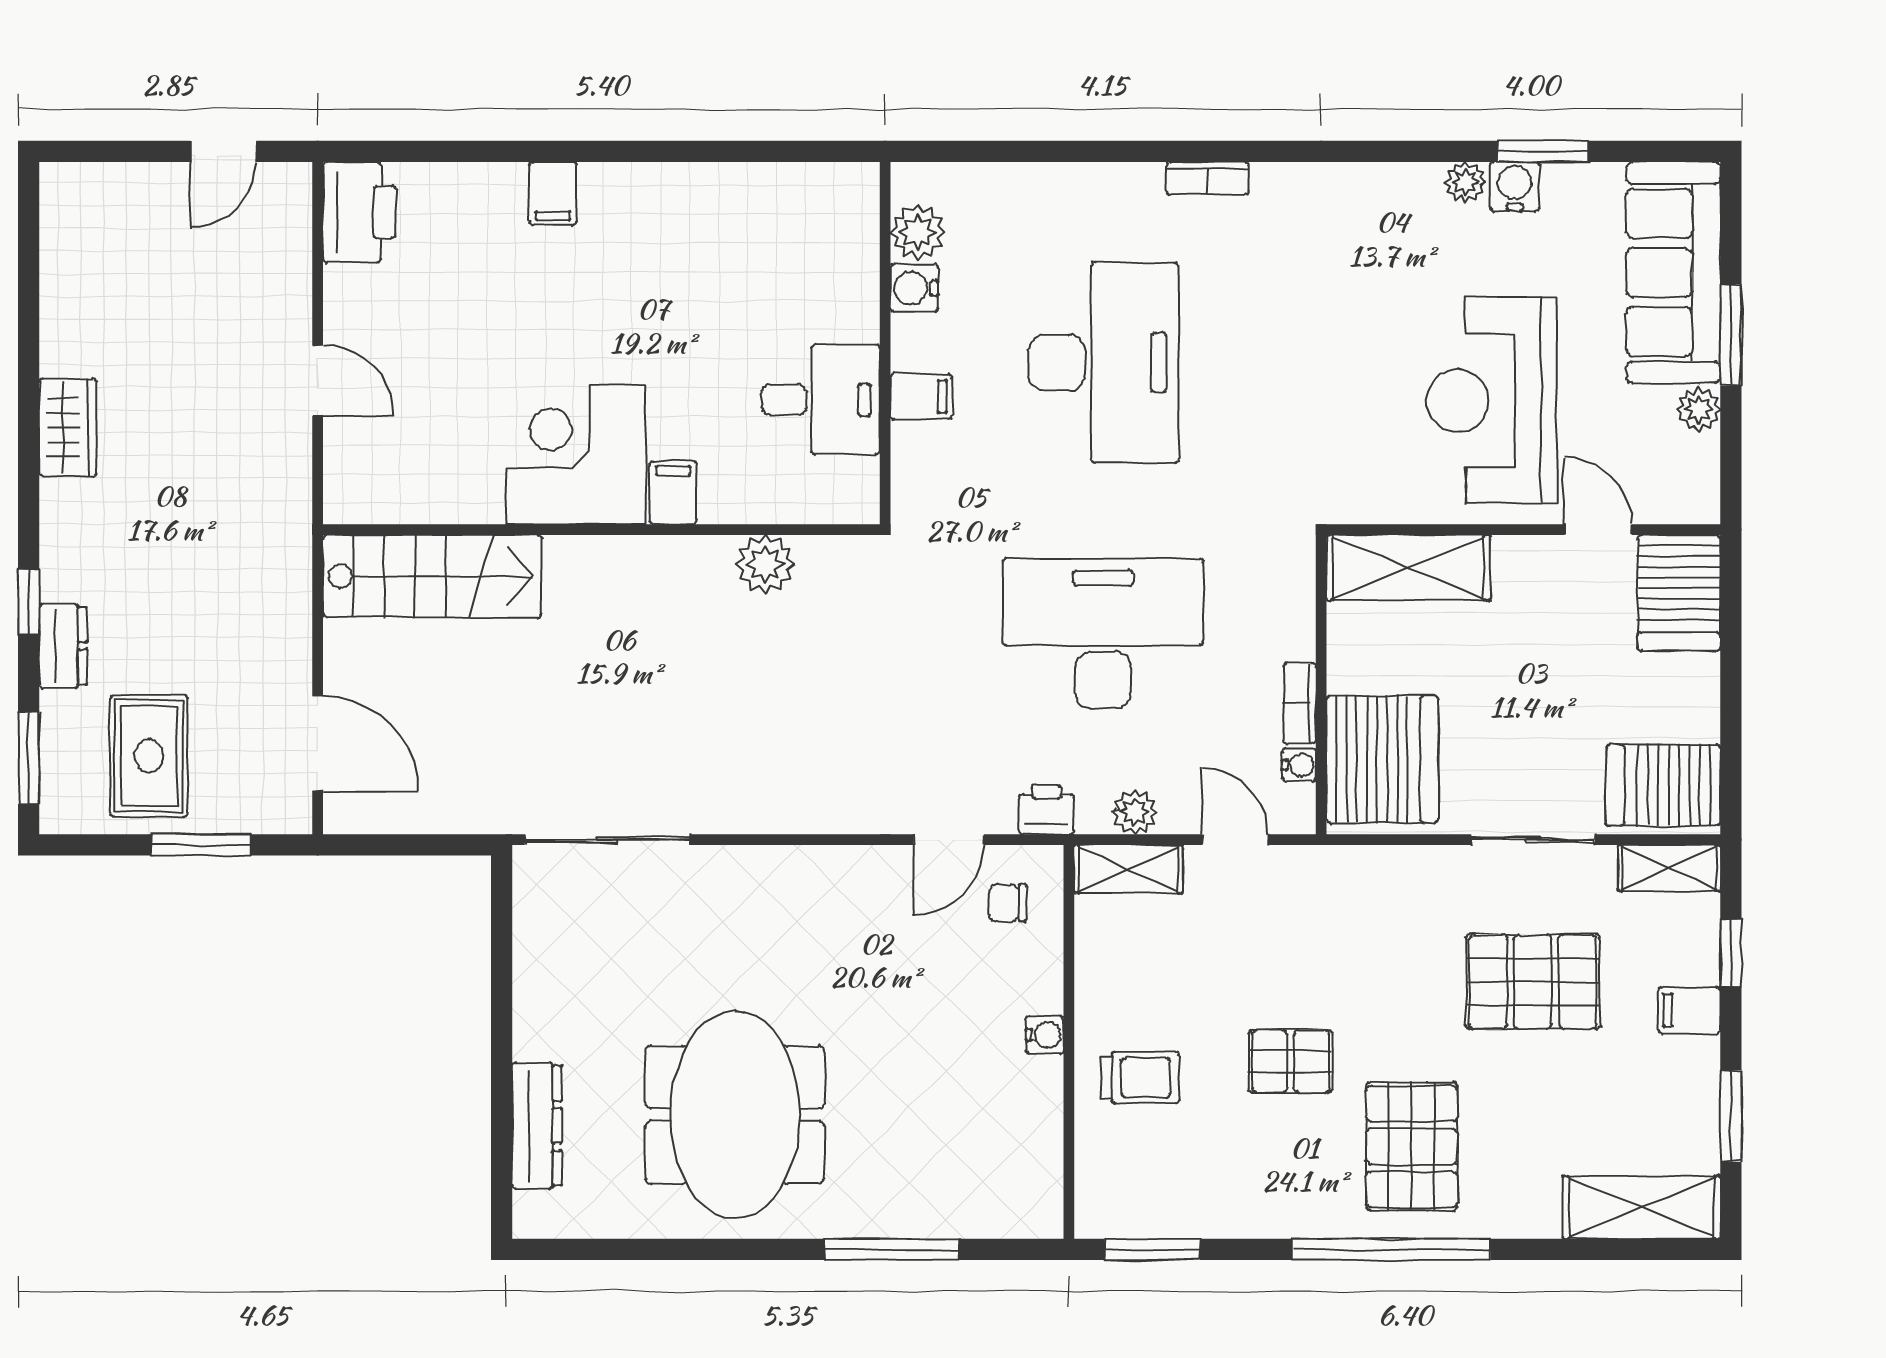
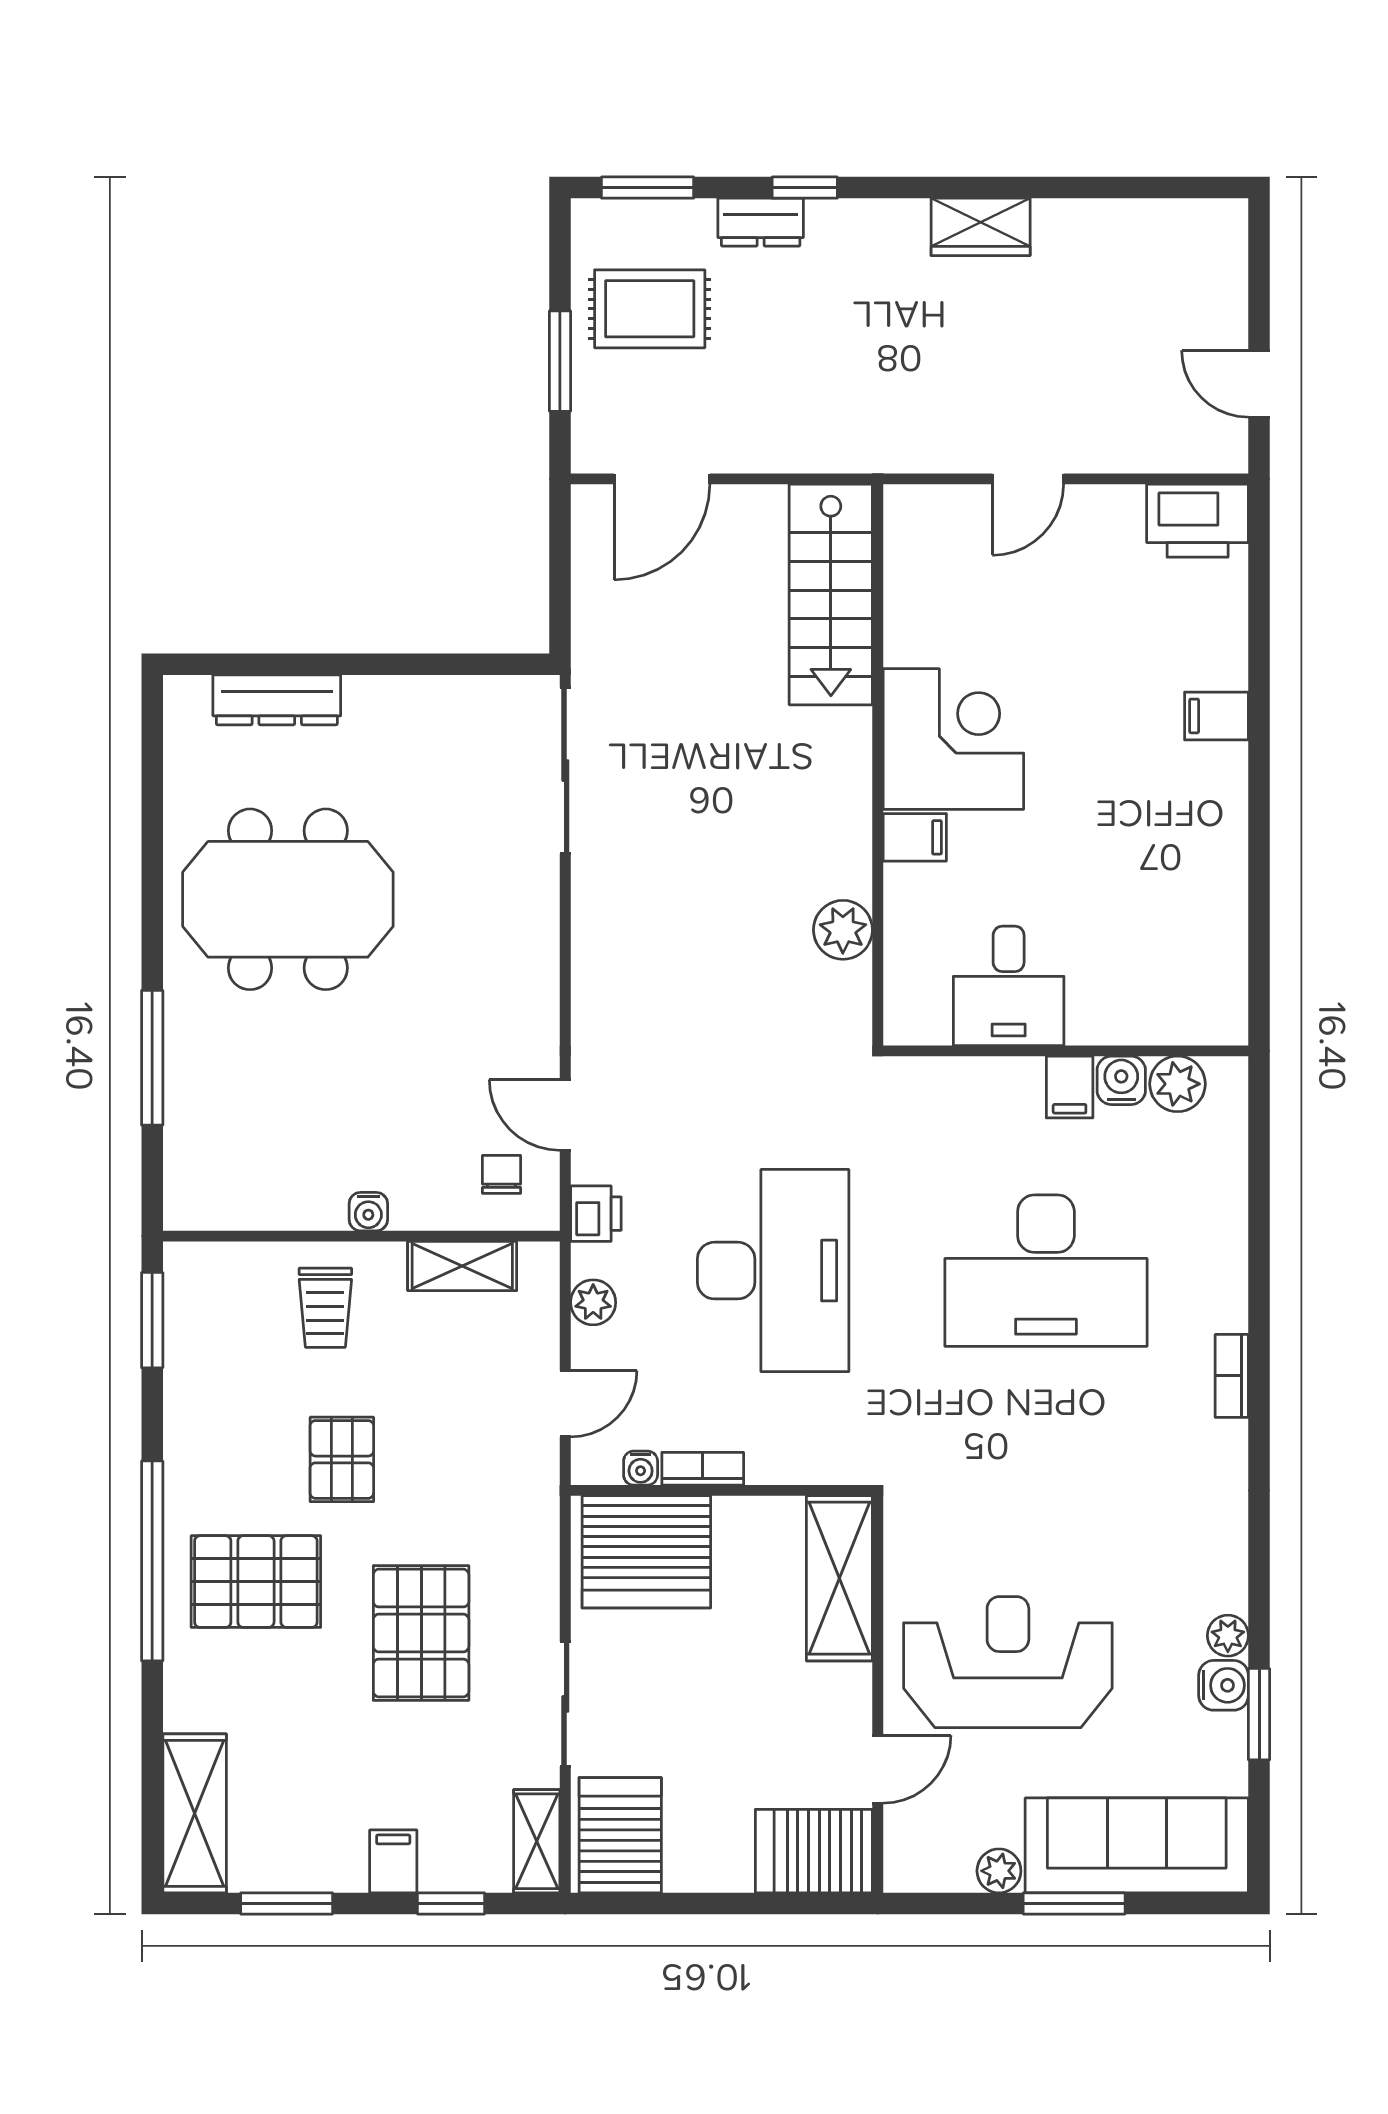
filing cabinet: (921, 396) -> (1070, 1087), moved
shelving: (1128, 869) -> (462, 1266), moved, turned 90
pallet: (1533, 982) -> (421, 1633), moved

